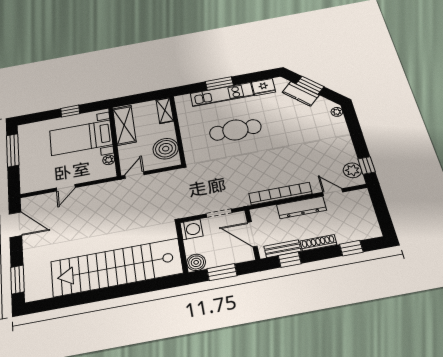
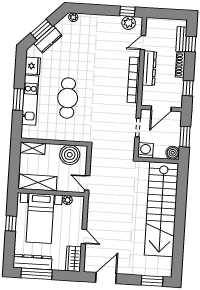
dresser: (27, 143) -> (32, 262), added
wardrobe: (36, 183) -> (73, 259), added
bench: (282, 249) -> (181, 39), moved

